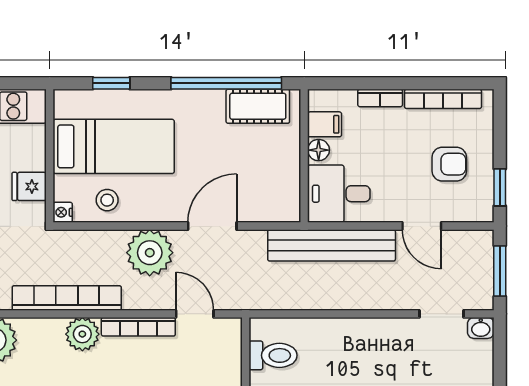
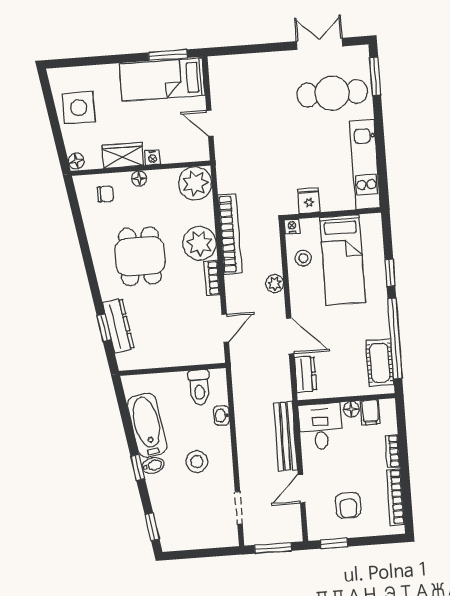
window: (111, 83) -> (390, 273), moved
dresser: (266, 209) -> (305, 374), added
bench: (332, 245) -> (286, 436), width x0.73, depth x0.82
plant: (150, 253) -> (275, 284), width x0.53, depth x0.53
bookcase: (138, 327) -> (212, 278), width x0.64
washbasin: (481, 328) -> (221, 416), moved
plant: (82, 334) -> (200, 243), width x1.36, depth x1.36
stool: (374, 366) -> (197, 462), added

